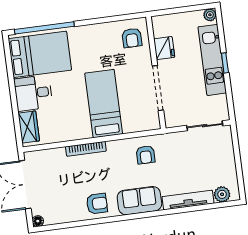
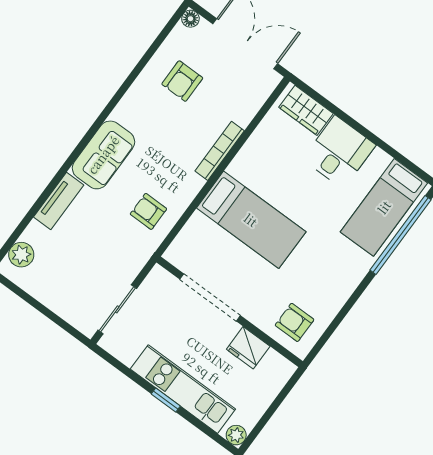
bed: (40, 54) -> (384, 207), width x0.67
tv unit: (188, 200) -> (59, 201), width x0.71
armchair: (97, 204) -> (182, 81), moved

